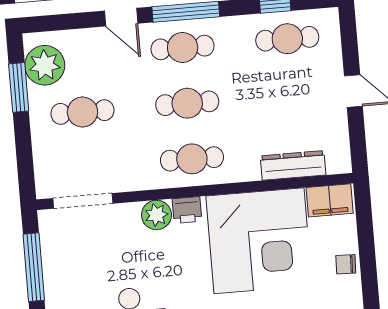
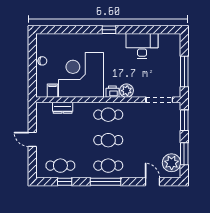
door: (121, 17) -> (152, 182), moved
cafe table: (82, 112) -> (156, 140), removed
window: (25, 161) -> (184, 120), added
dresser: (293, 165) -> (63, 108), width x0.70
filing cabinet: (330, 200) -> (52, 91), width x0.50

